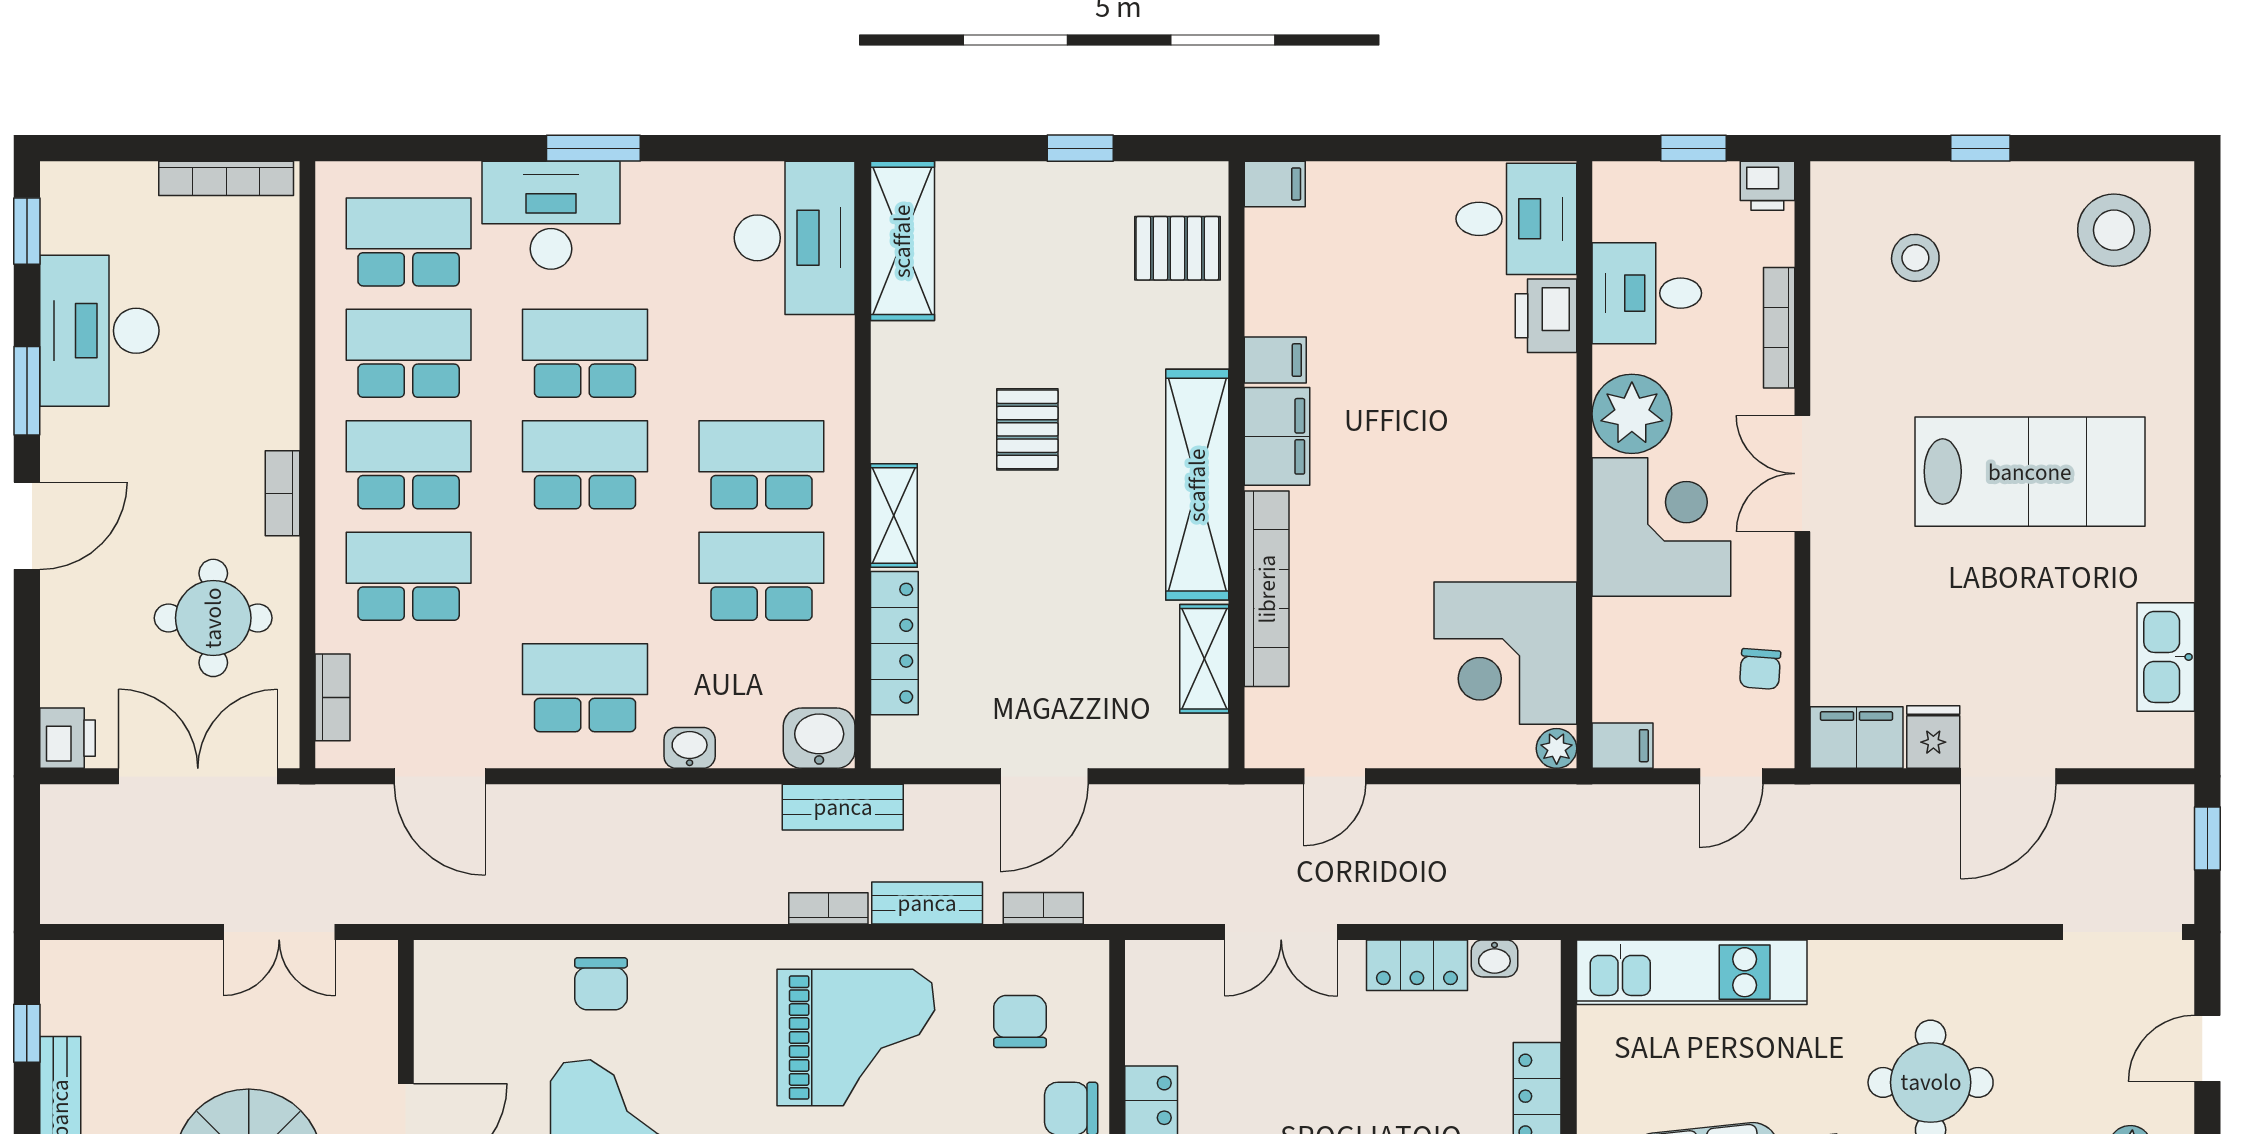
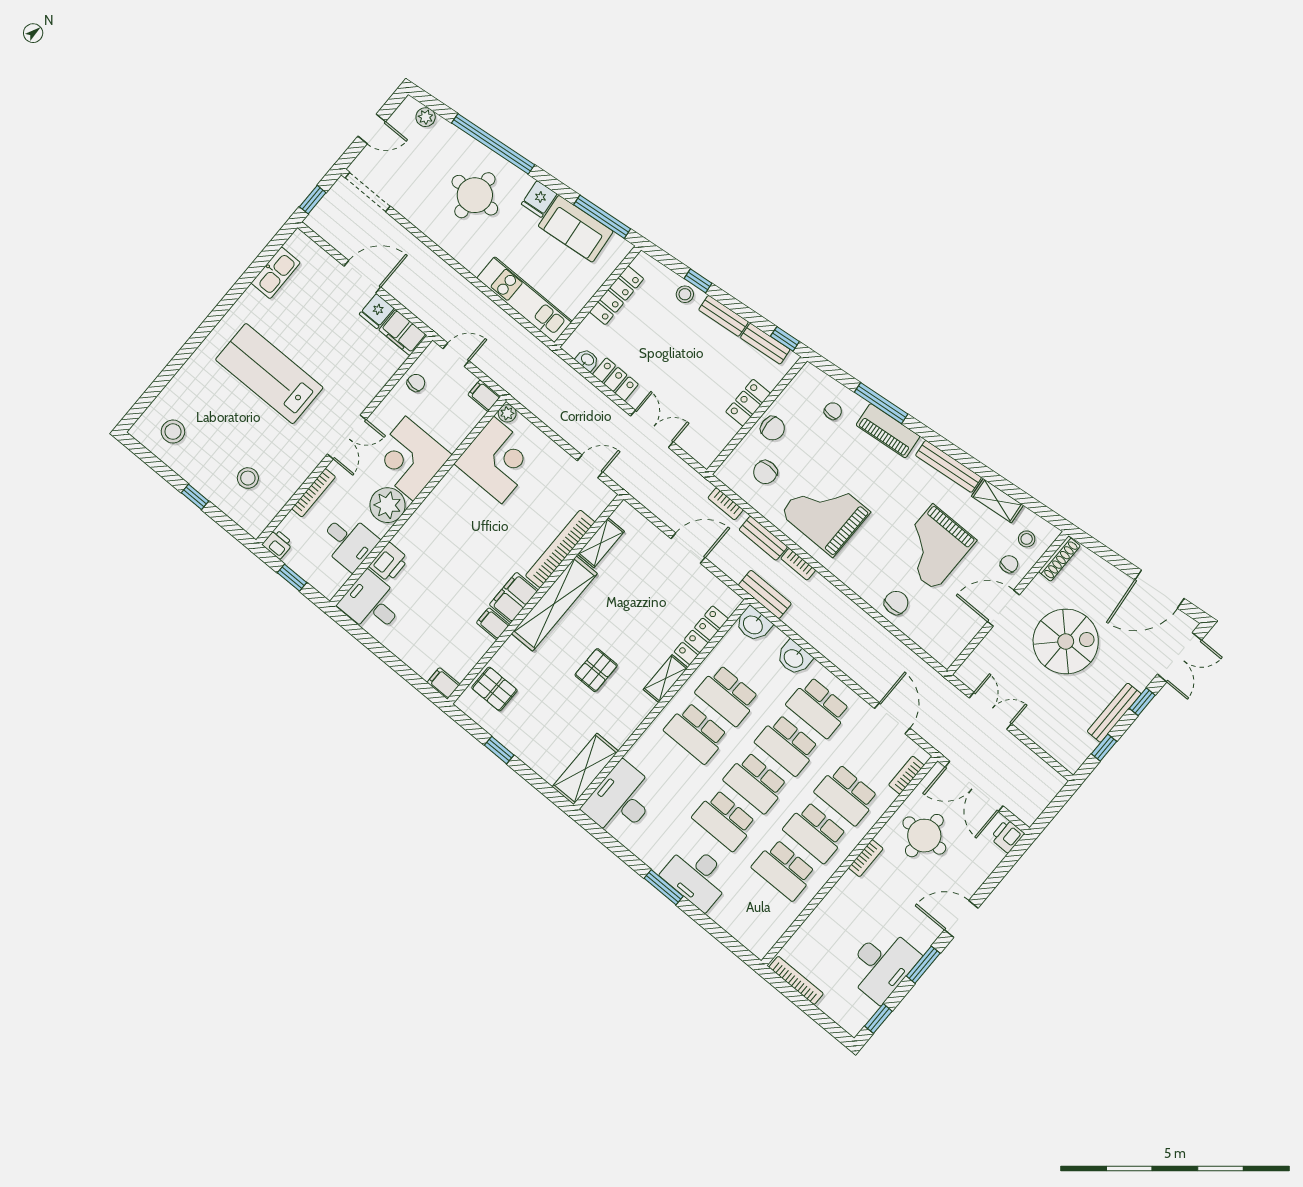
stool: (2114, 230) -> (173, 432), width x0.73, depth x0.73
school desk: (409, 242) -> (787, 745), moved
washbasin: (690, 748) -> (794, 658), width x1.38, depth x1.45

